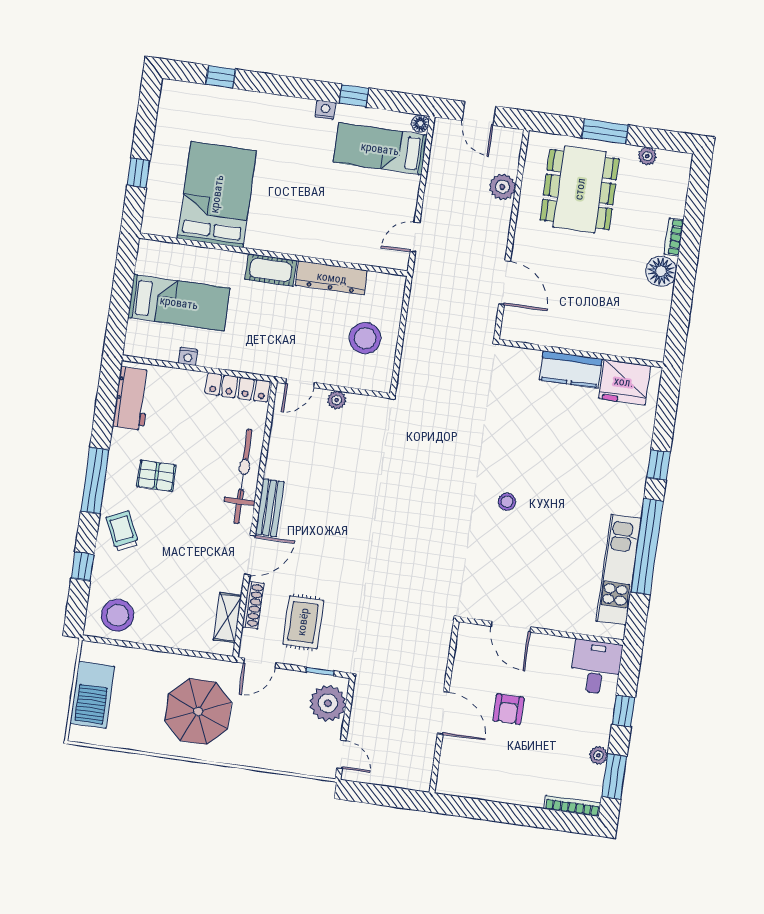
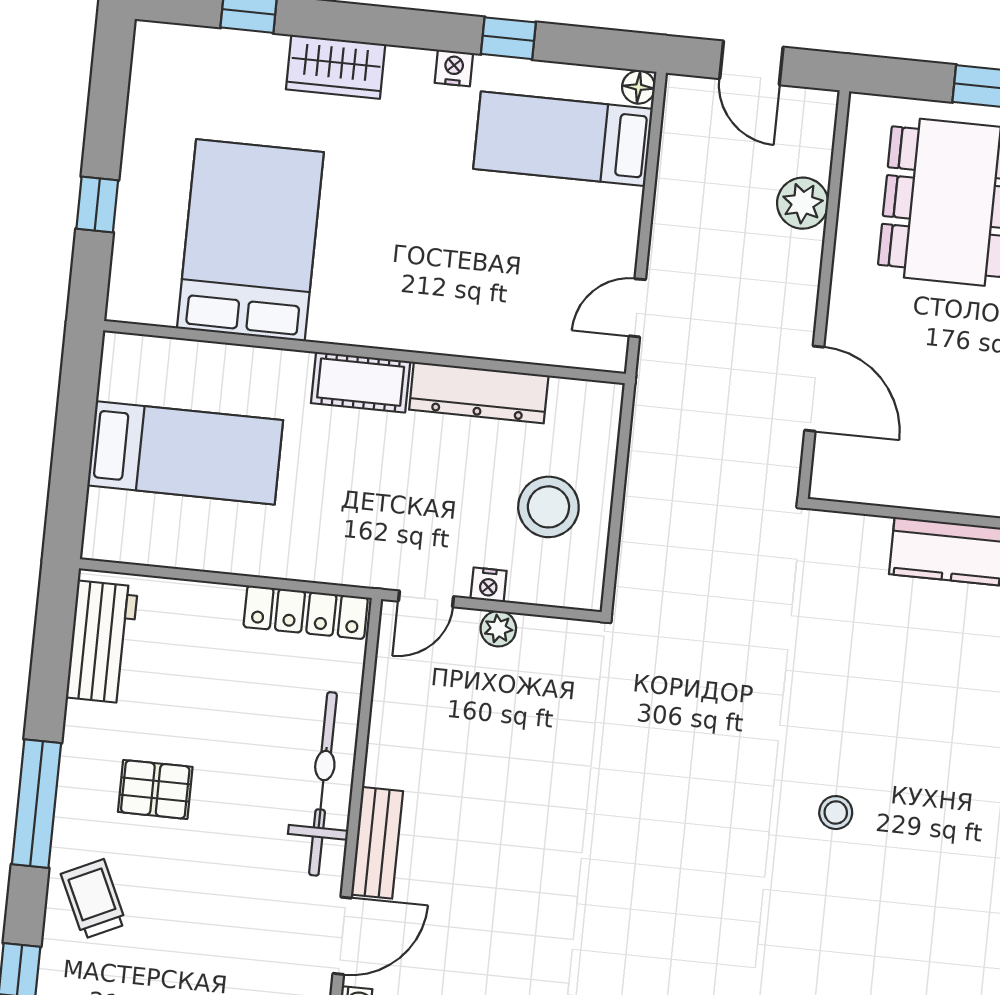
wardrobe: (264, 107) -> (336, 67), added
nightstand: (188, 357) -> (489, 585), moved

